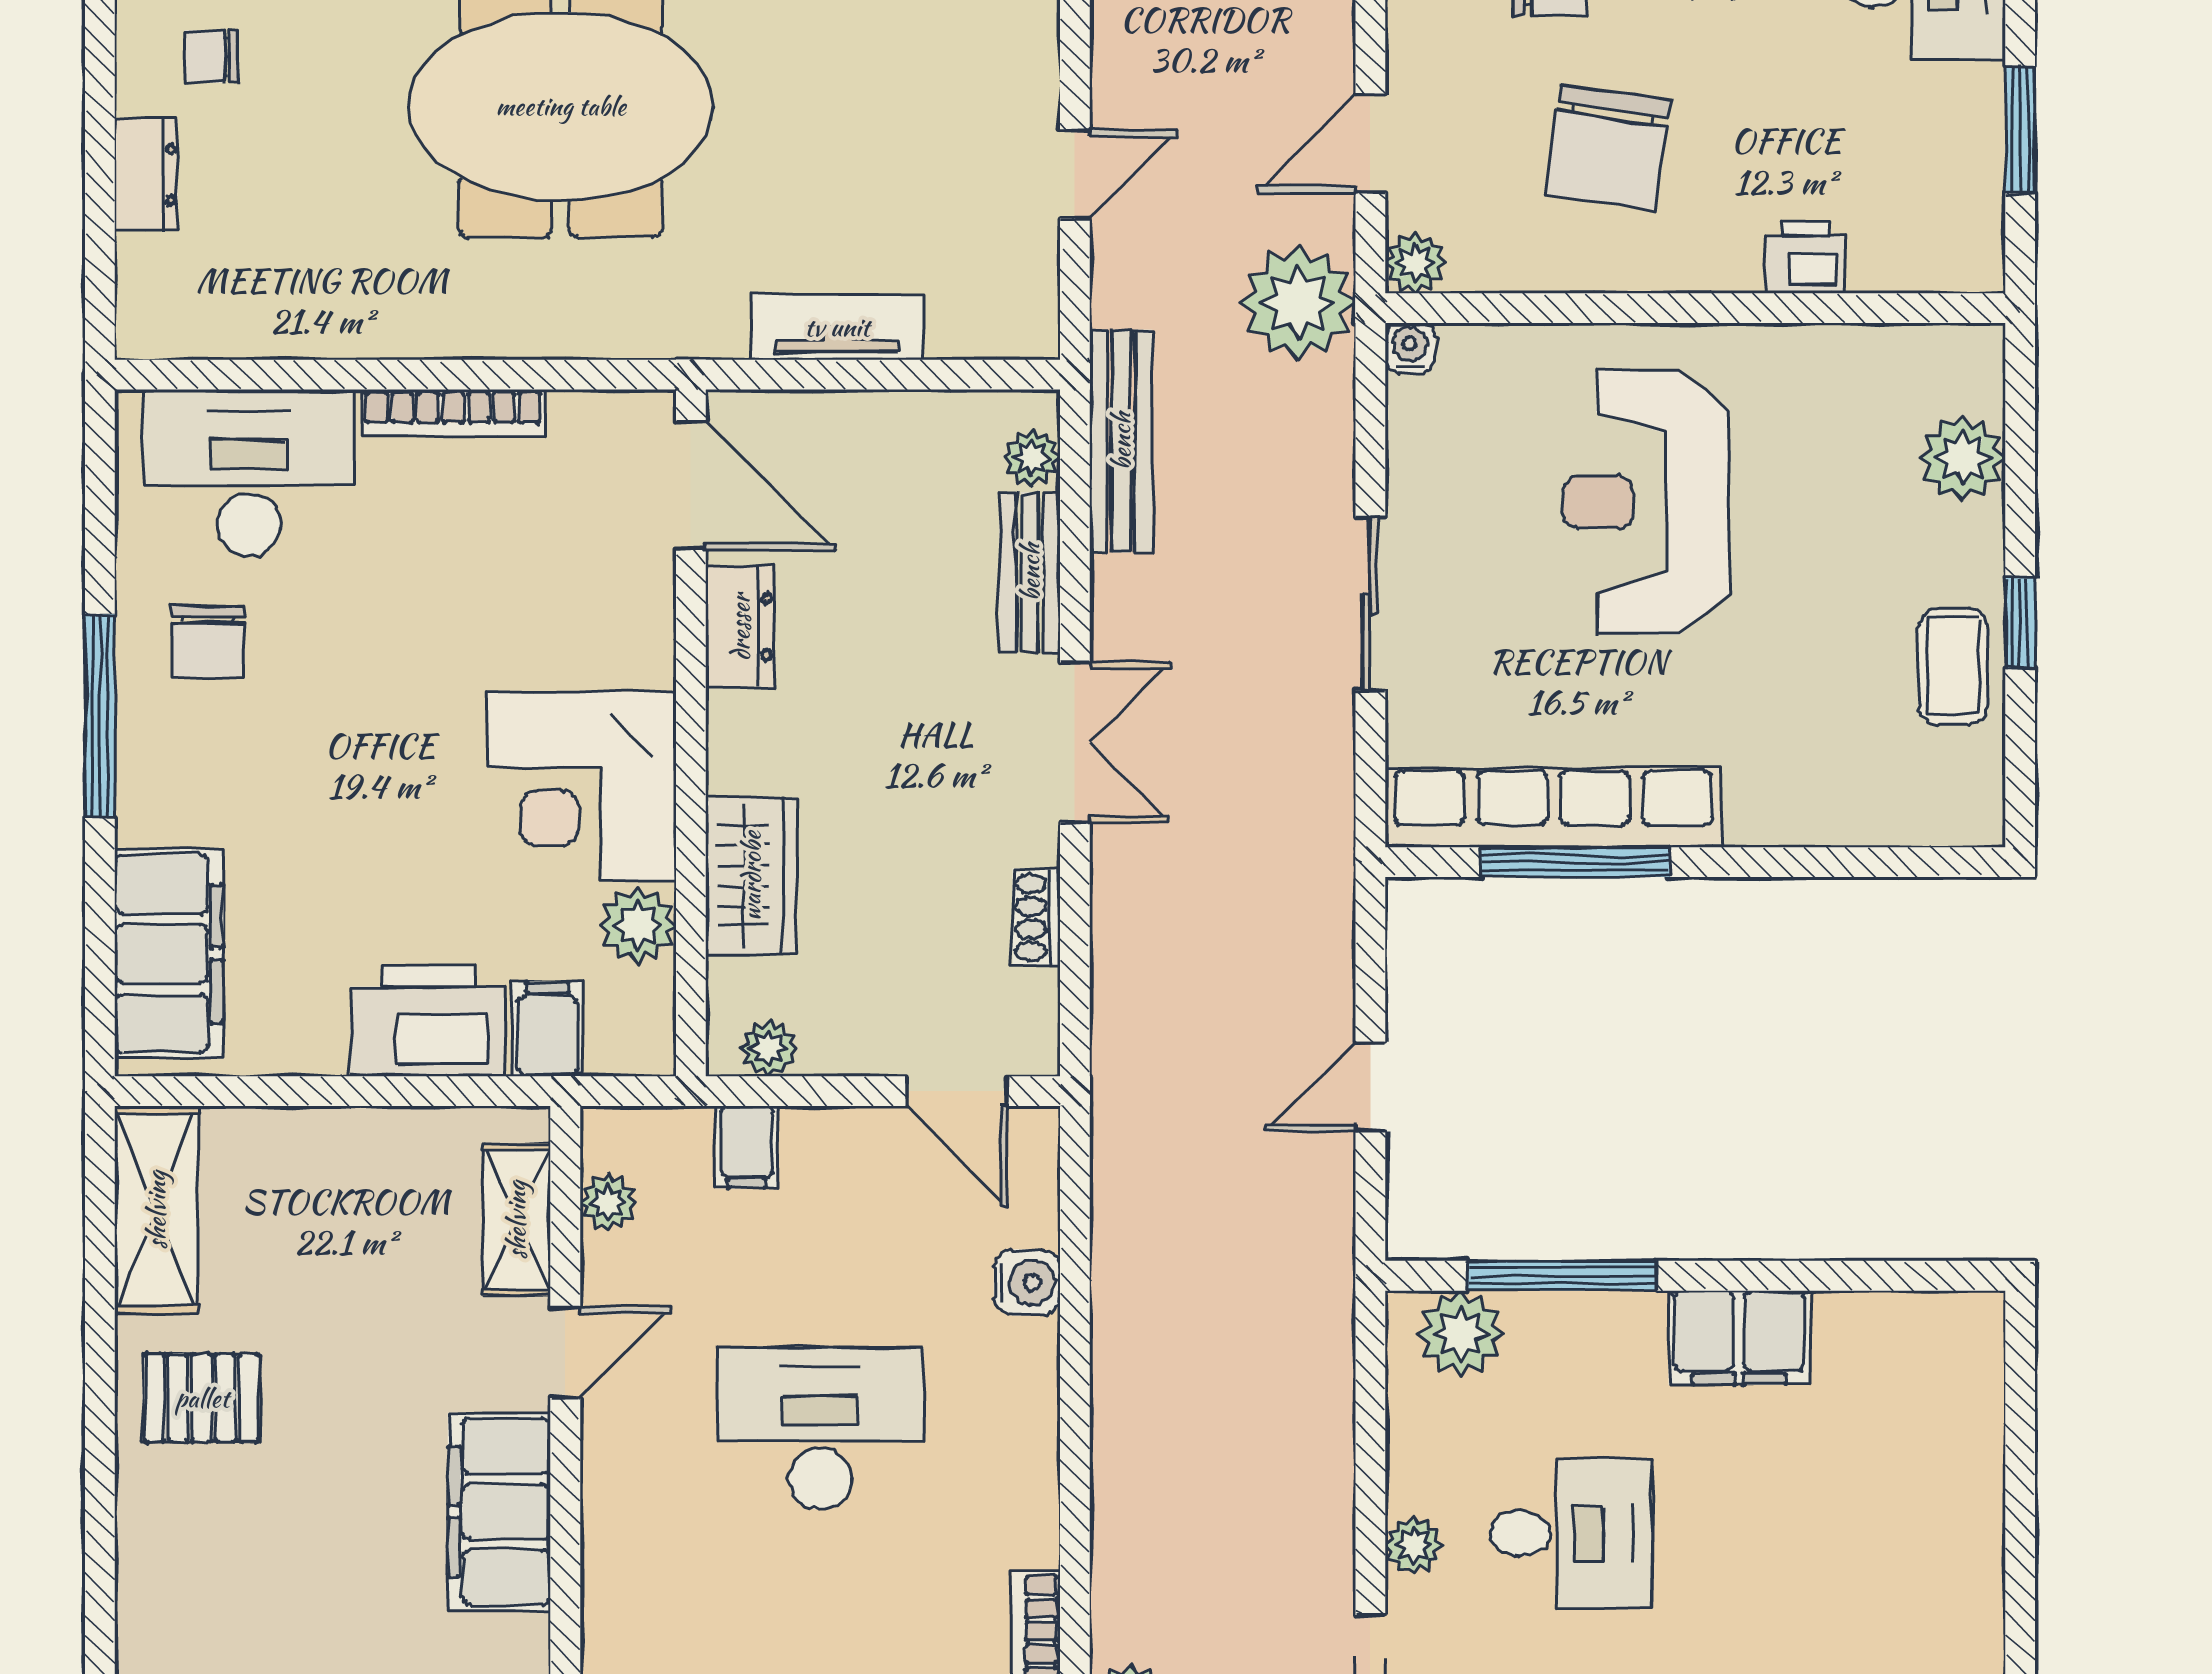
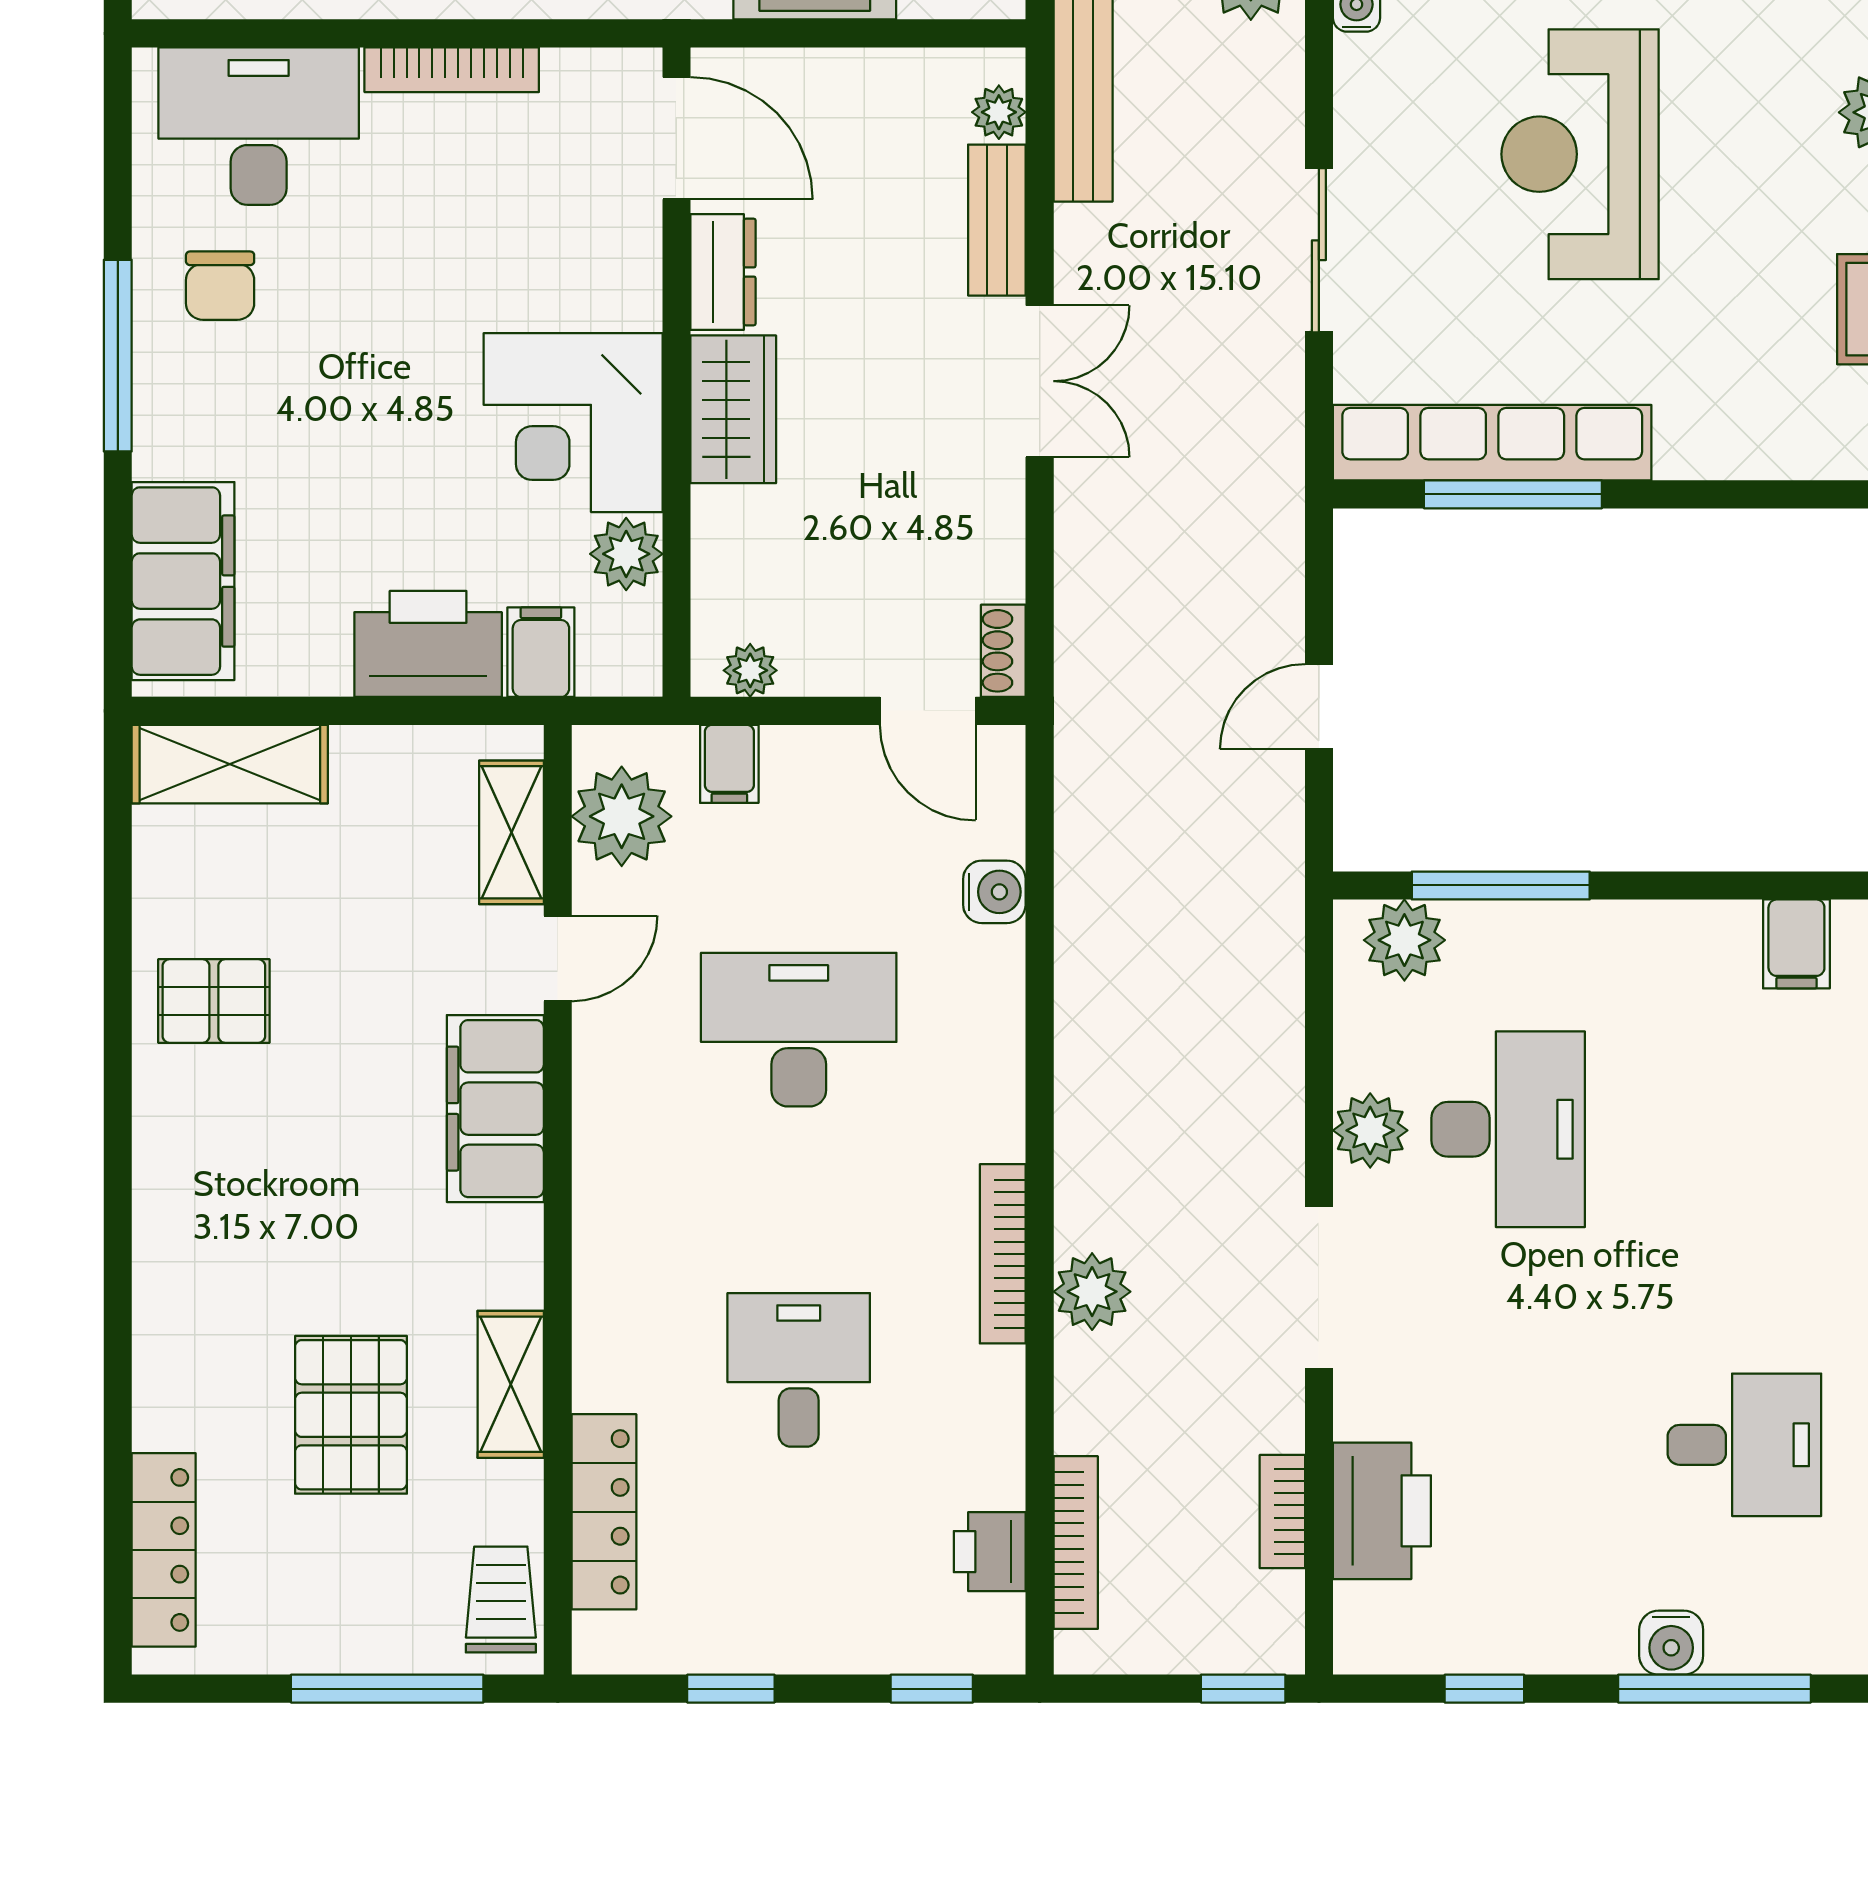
wardrobe: (751, 876) -> (733, 409), moved
shoe rack: (1036, 917) -> (1003, 651), moved
plant: (608, 1203) -> (622, 816), width x1.87, depth x1.87
shelving: (156, 1210) -> (230, 764), moved, turned 90
filing cabinet: (1739, 1338) -> (1796, 944), moved, width x0.50
desk: (1570, 1534) -> (1508, 1129), width x1.37
plant: (1414, 1545) -> (1370, 1130), width x1.38, depth x1.38

